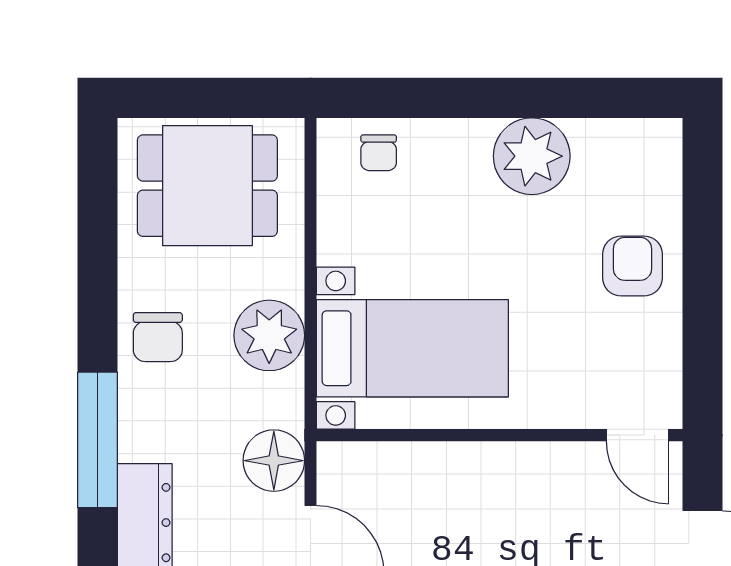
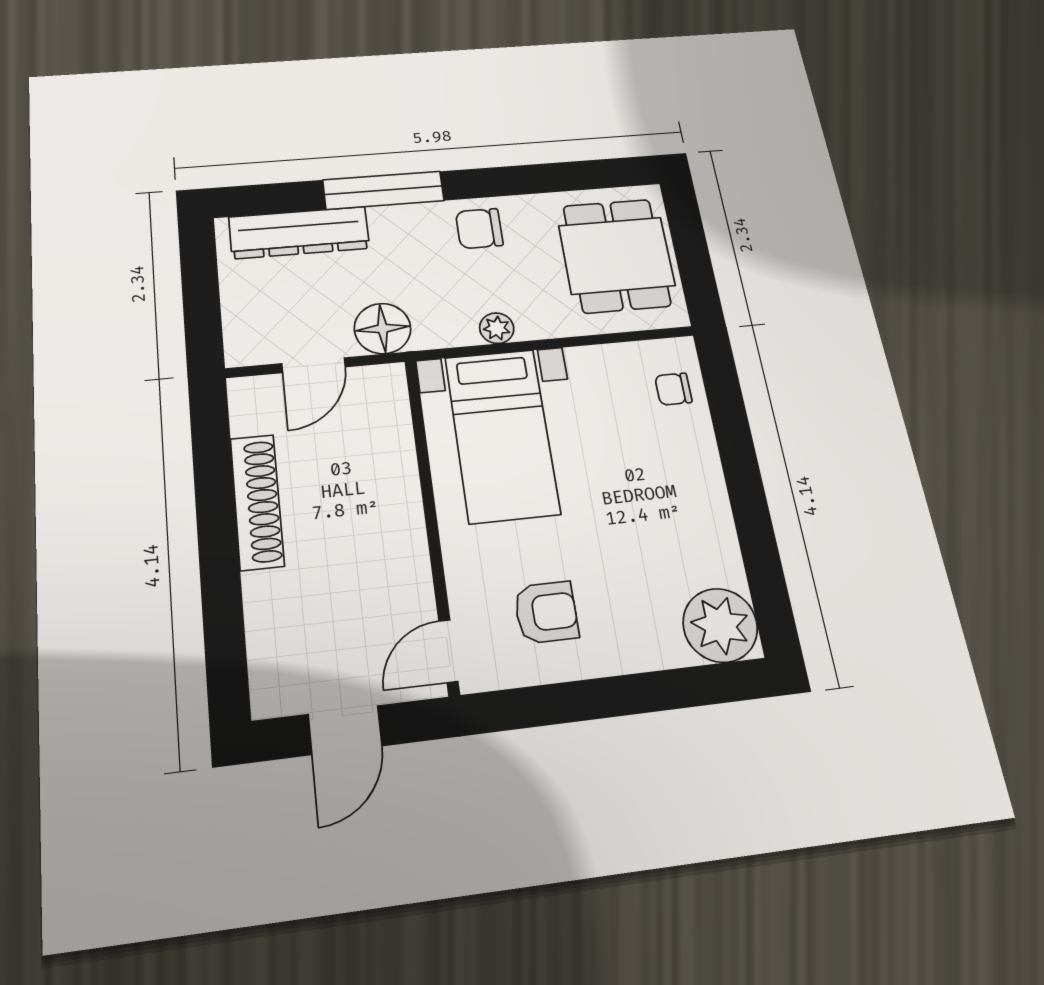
plant: (532, 156) -> (720, 625), moved
armchair: (632, 266) -> (546, 612), moved
plant: (269, 335) -> (497, 328), width x0.53, depth x0.53

